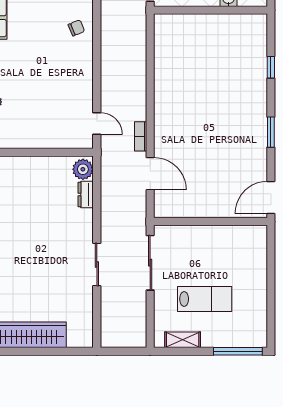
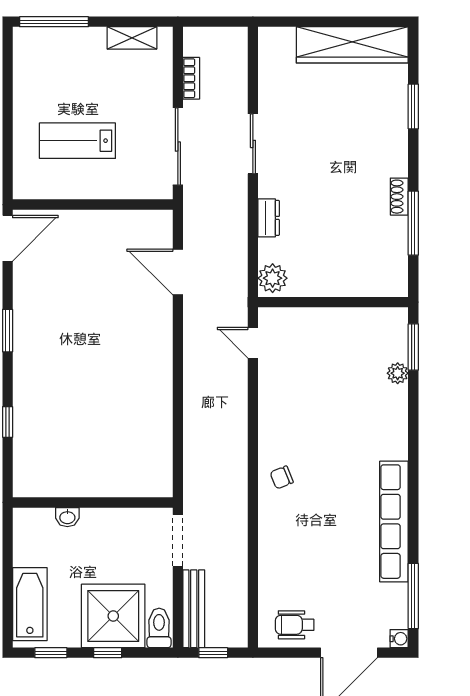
bookcase: (141, 136) -> (191, 78), moved
dresser: (86, 194) -> (269, 218), moved
lab bench: (205, 299) -> (77, 141), moved

